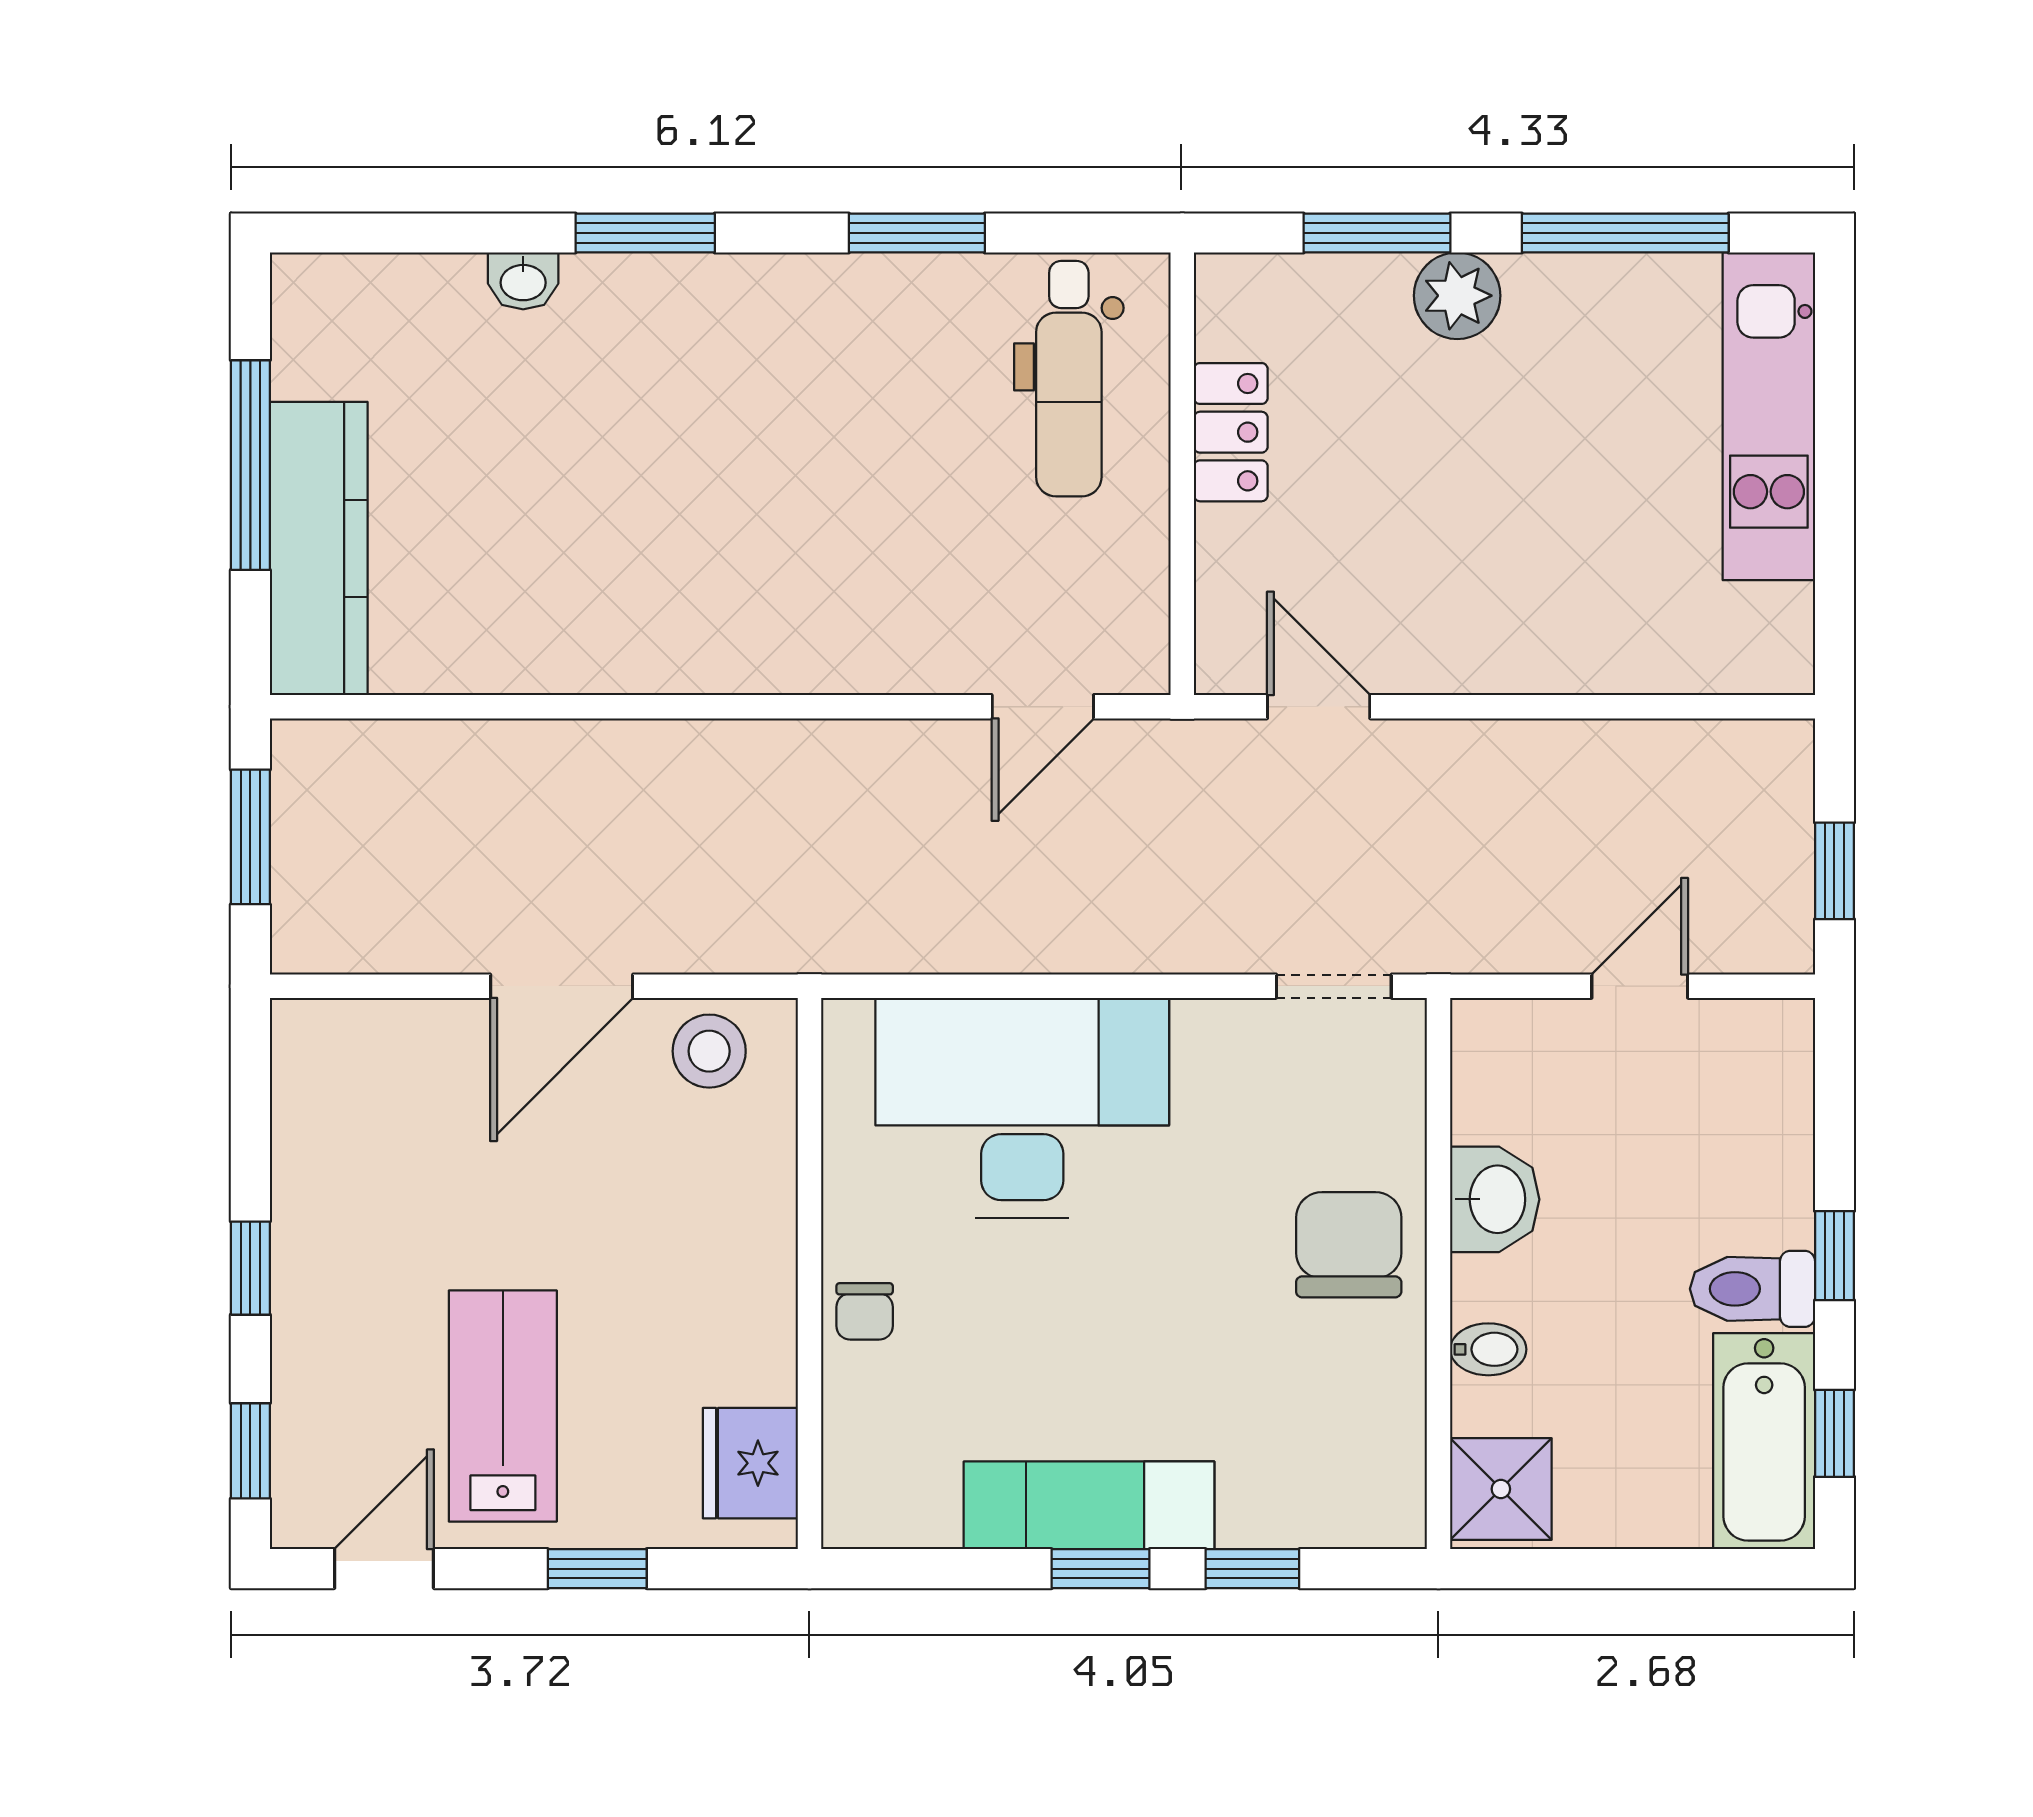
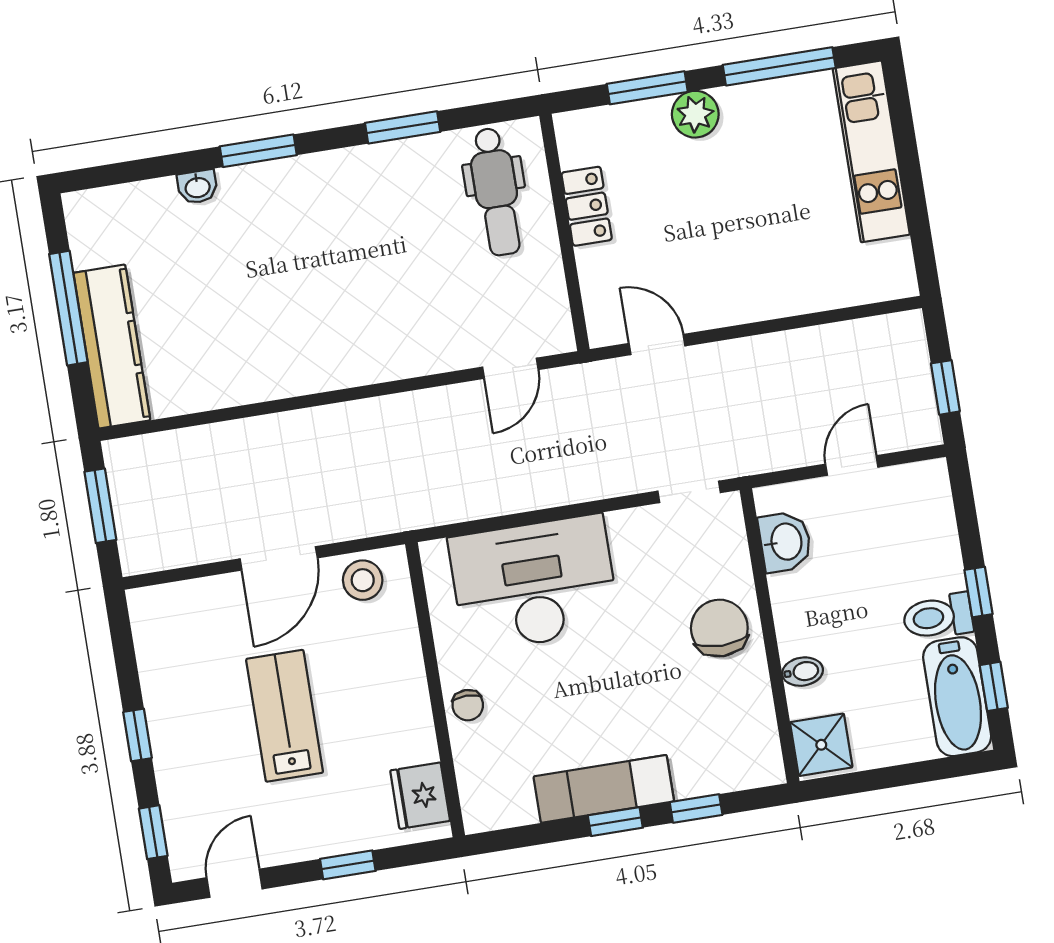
washbasin: (1495, 1199) -> (785, 542), moved
lab bench: (503, 1406) -> (285, 716), moved

